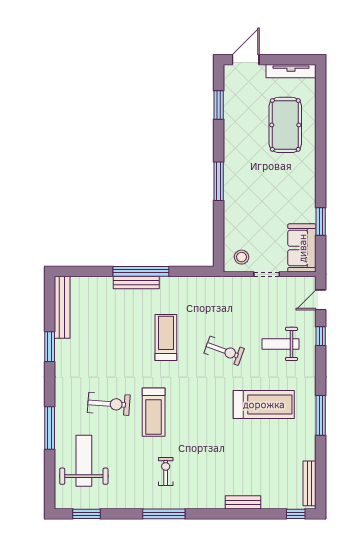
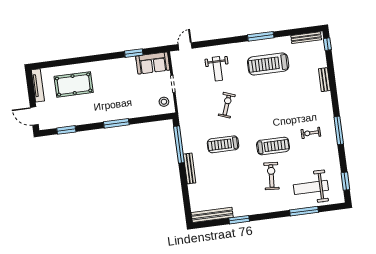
window: (141, 271) -> (179, 144), moved
door: (321, 300) -> (185, 46), swing flipped
window: (321, 336) -> (209, 43), removed
treadmill: (264, 404) -> (268, 64), moved, turned -90
window: (50, 428) -> (304, 211), moved

